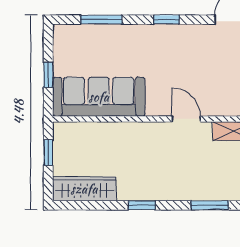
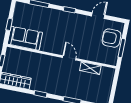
sofa: (99, 97) -> (25, 38), width x0.73

